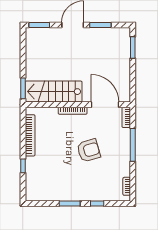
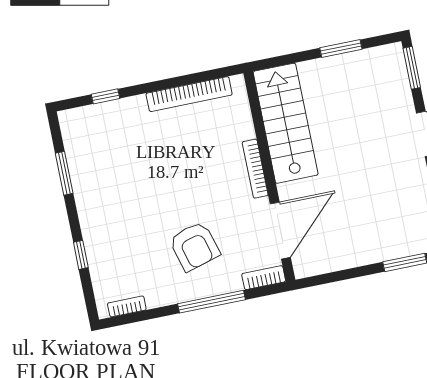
window: (23, 88) -> (341, 48), moved
armchair: (89, 150) -> (194, 246), moved
window: (23, 166) -> (105, 96), moved
window: (70, 204) -> (64, 173), moved

